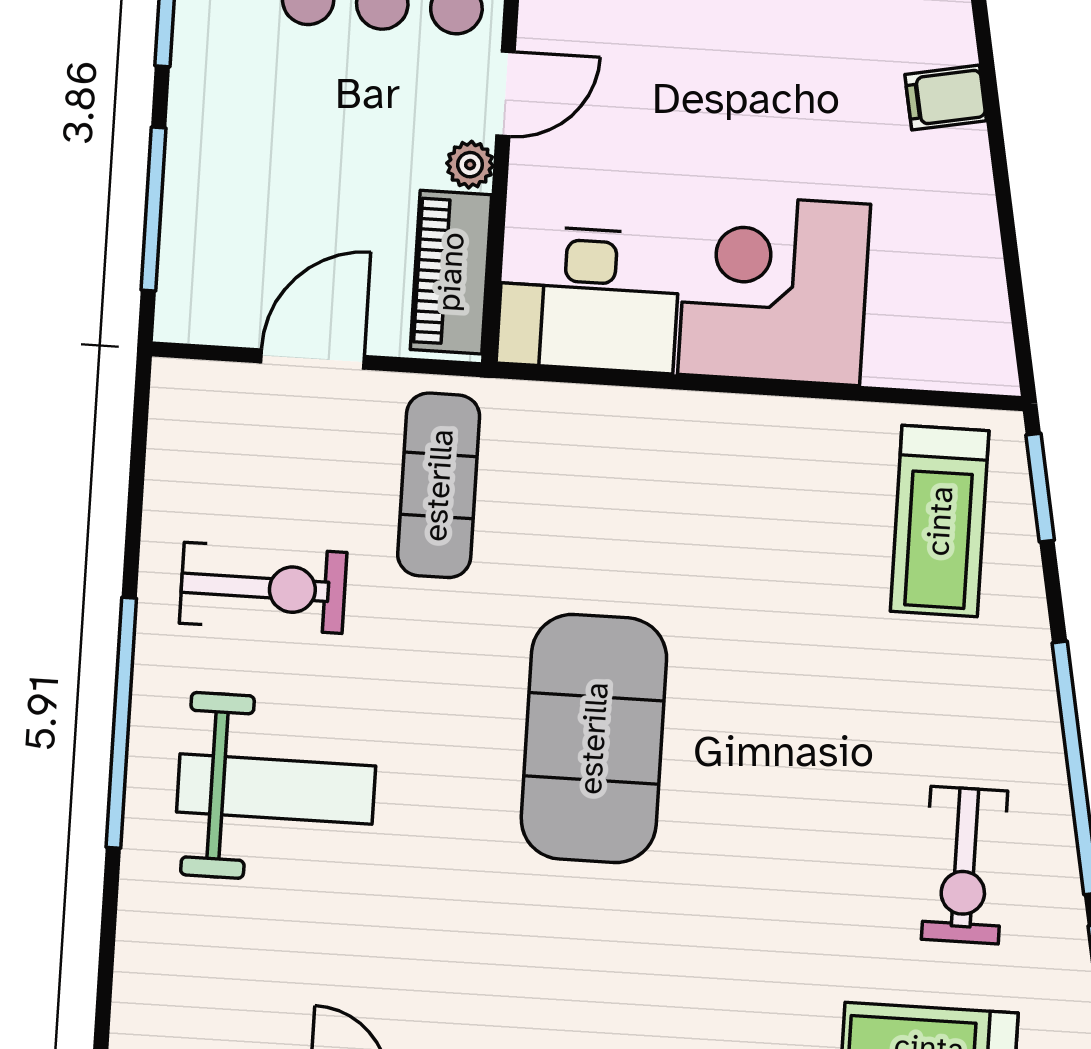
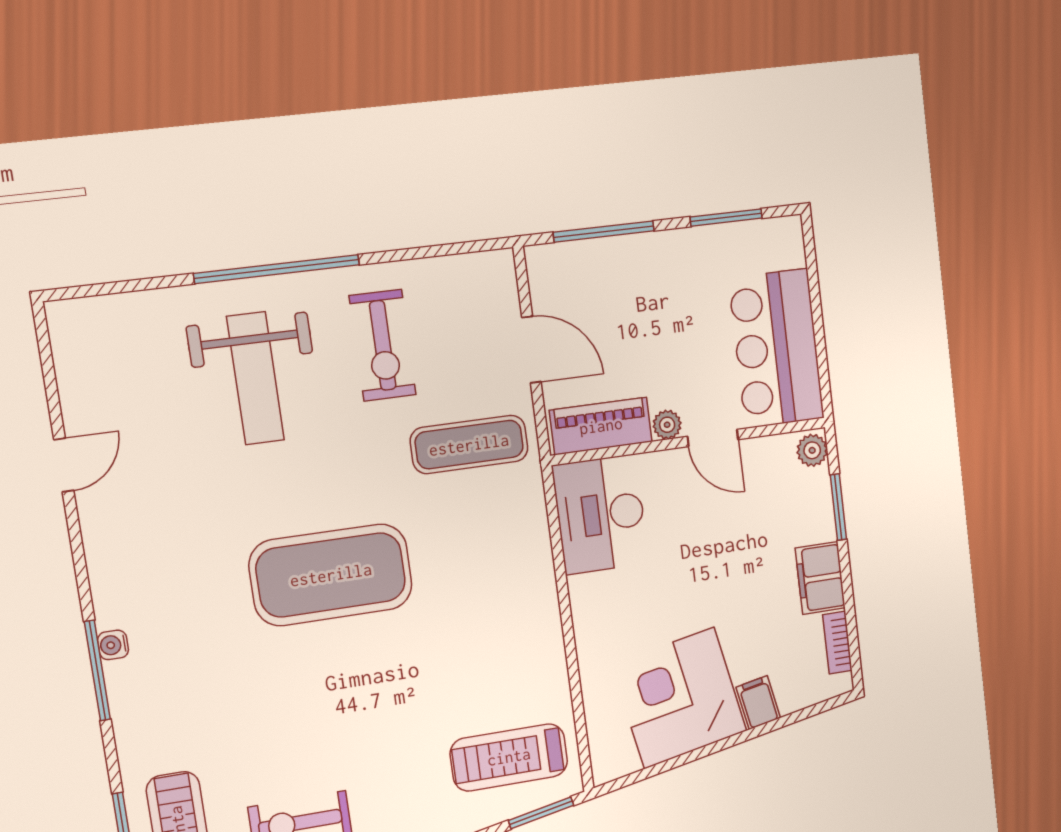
corner desk: (774, 289) -> (679, 698), moved, turned -101

